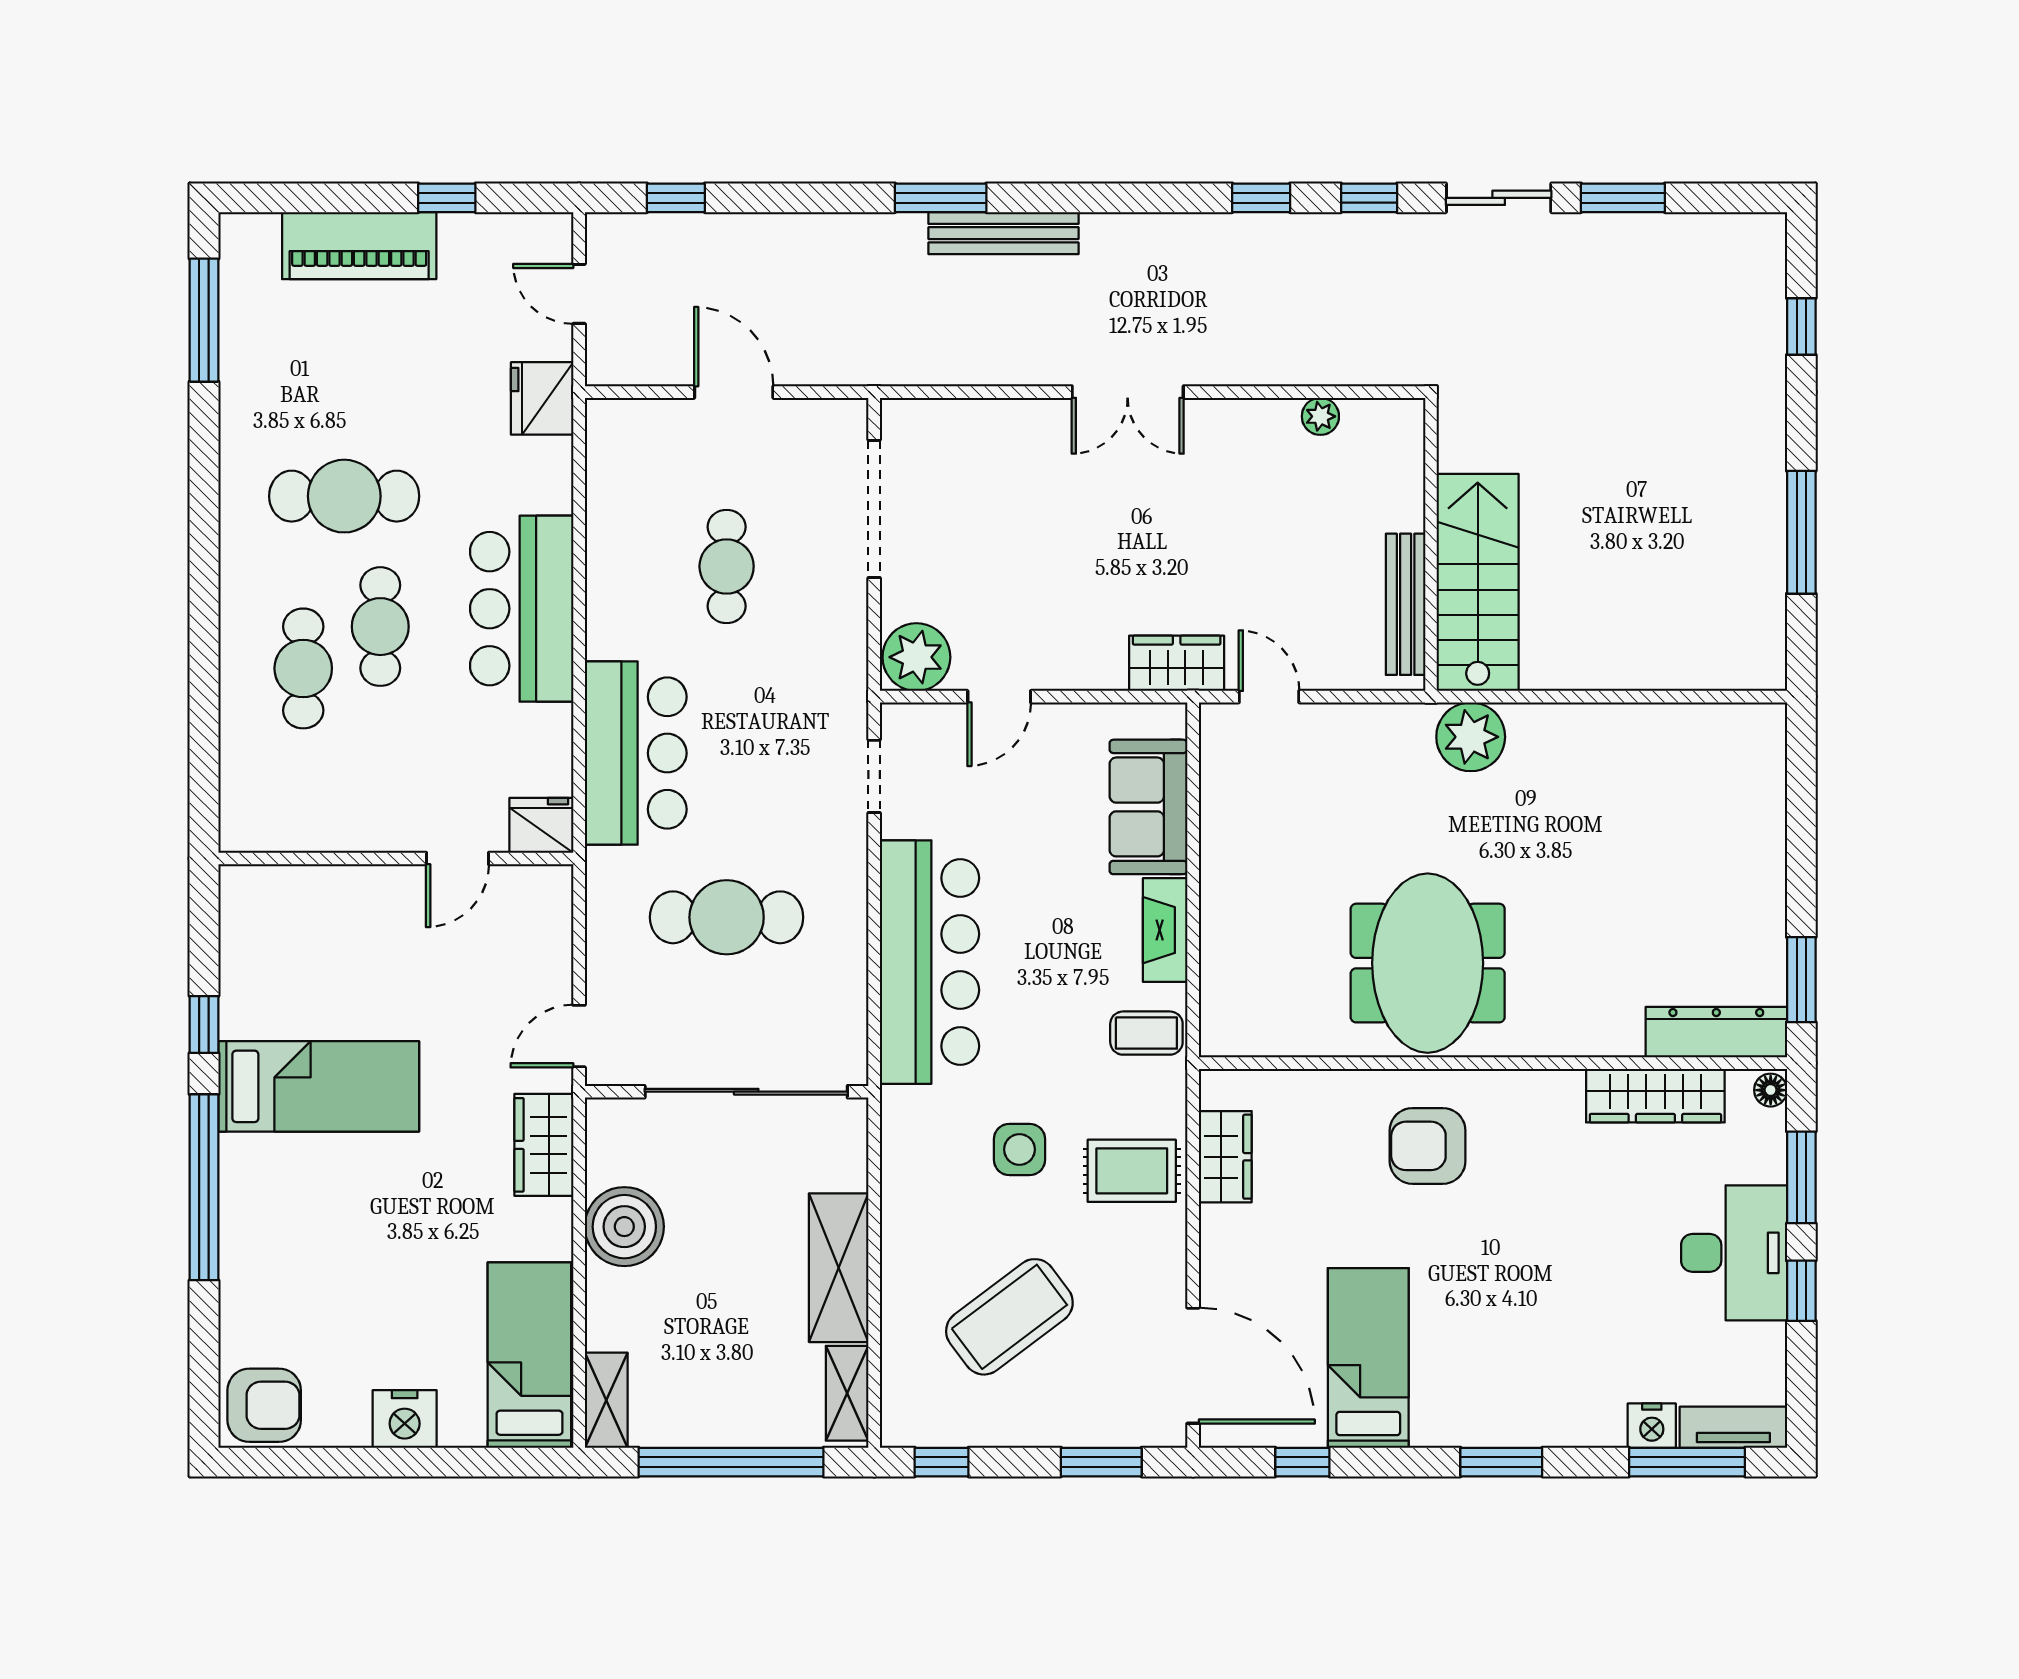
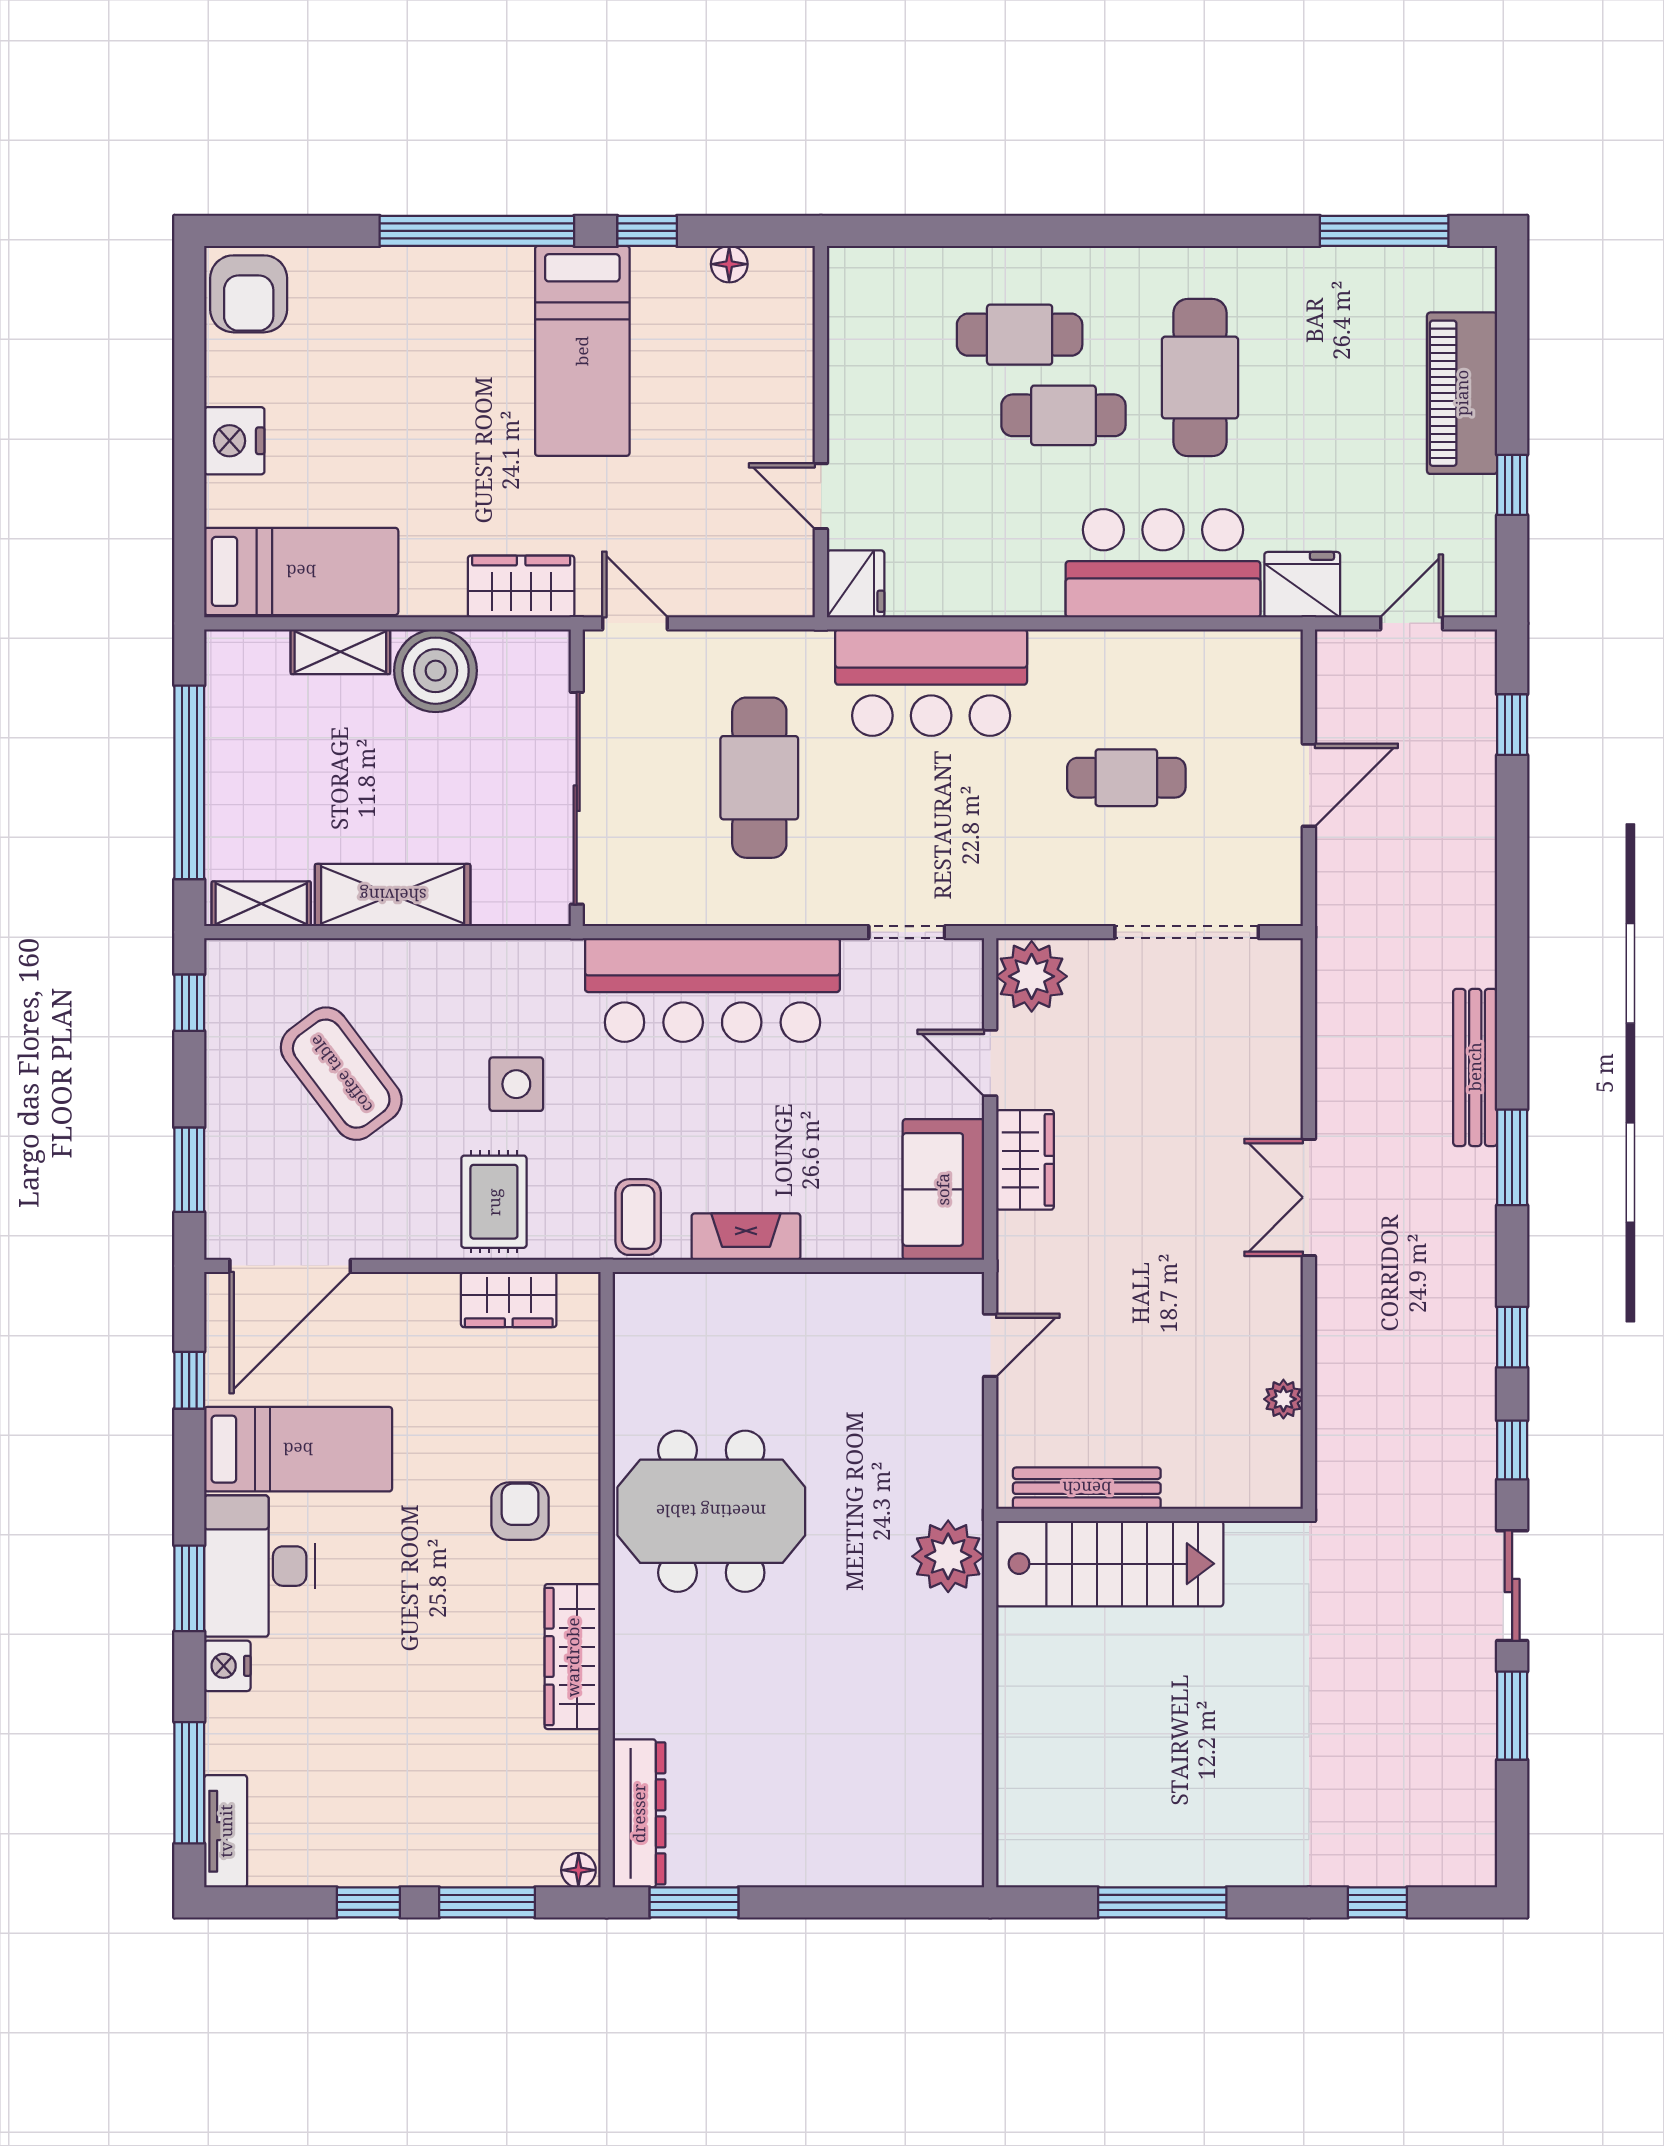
window: (941, 198) -> (1512, 1157), moved
bar counter: (522, 609) -> (1163, 563), moved
wardrobe: (1177, 663) -> (1025, 1160), moved
sofa: (1148, 807) -> (943, 1189), moved, turned -90
floor lamp: (236, 946) -> (729, 264), added
wardrobe: (1655, 1096) -> (573, 1657), moved
armchair: (1428, 1146) -> (520, 1511), width x0.72, depth x0.72
desk: (1734, 1253) -> (260, 1566), moved, turned 90
shelving: (606, 1400) -> (340, 652), moved
nightstand: (1652, 1426) -> (227, 1666), moved

